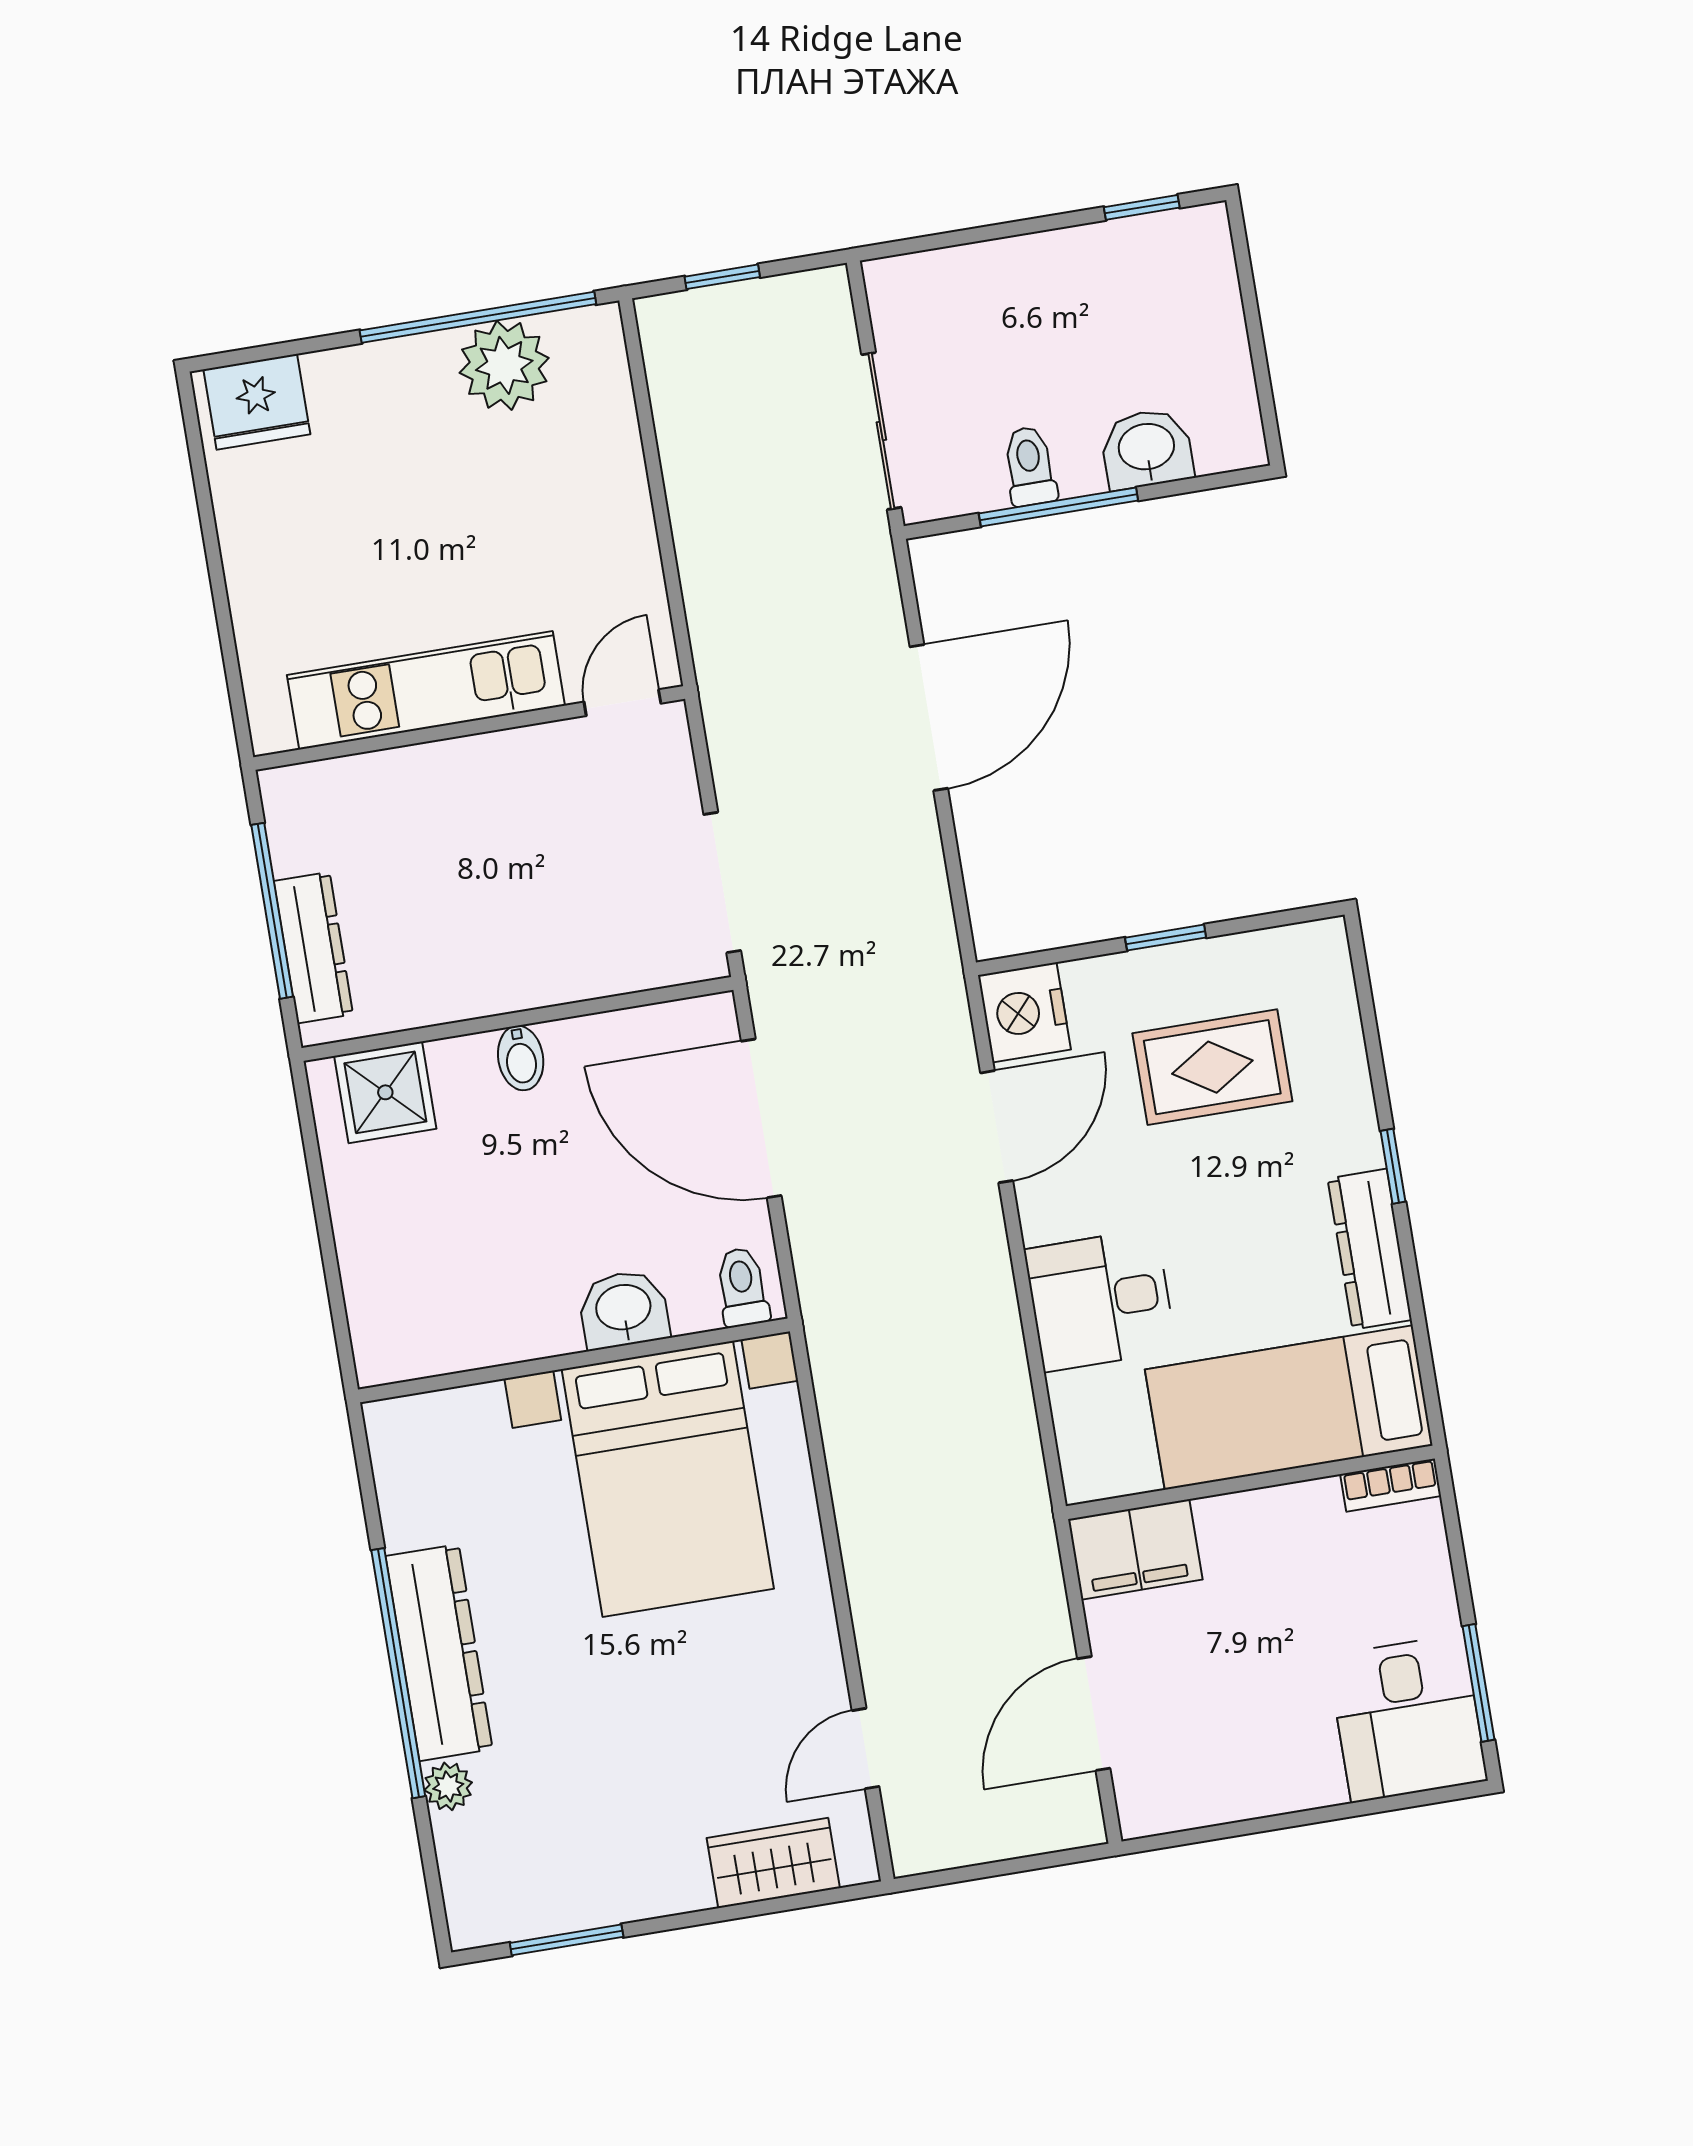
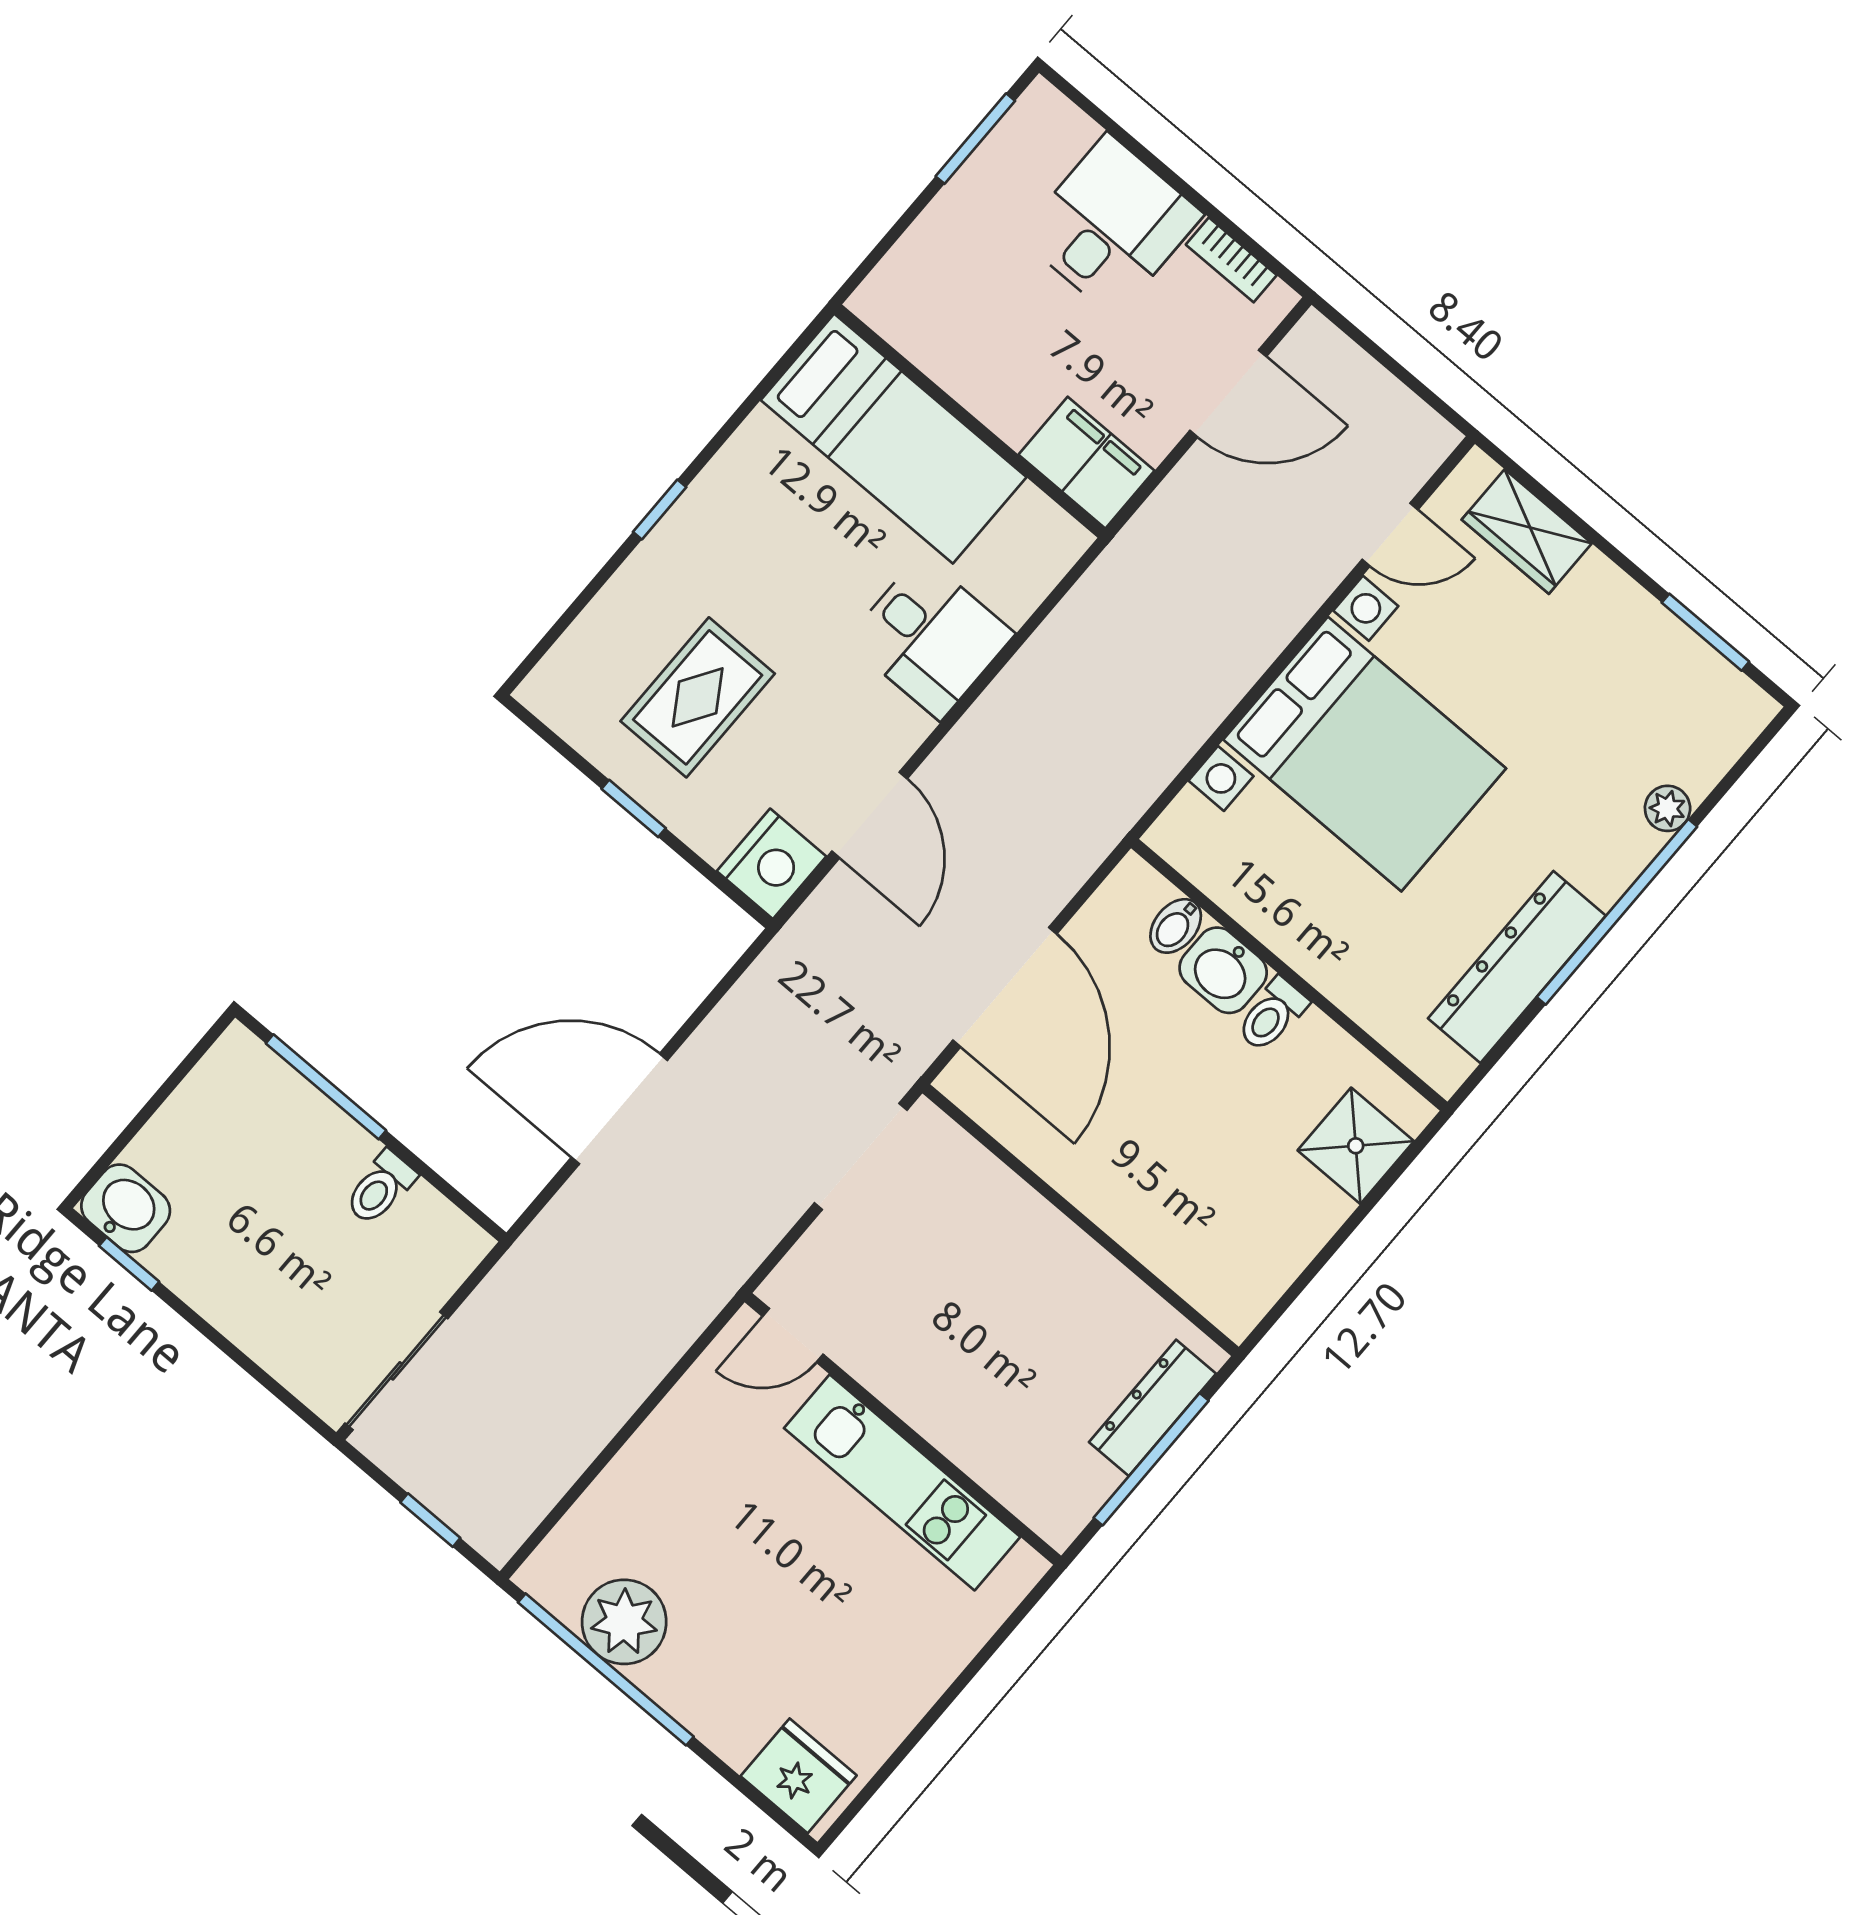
sliding door: (881, 431) -> (396, 1371), moved
washbasin: (1147, 449) -> (126, 1208), moved, turned 180
window: (1058, 507) -> (326, 1087), moved
bidet: (521, 1058) -> (1176, 926), moved, turned 180
rug: (1212, 1067) -> (698, 697), turned 90
shower: (385, 1092) -> (1356, 1146), moved
door: (997, 1127) -> (869, 815), swing flipped
dresser: (1370, 1249) -> (732, 476), removed
toilet: (742, 1287) -> (1272, 1015), moved
bed with nightstands: (668, 1479) -> (1365, 754), moved, turned 90
bookcase: (1391, 1485) -> (1231, 260), moved, turned 180
dresser: (439, 1653) -> (1517, 967), moved
desk: (1408, 1718) -> (1111, 225), moved

